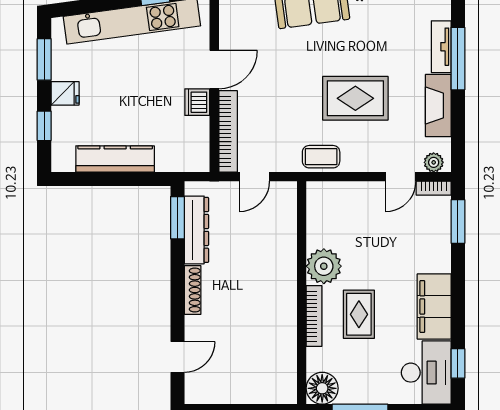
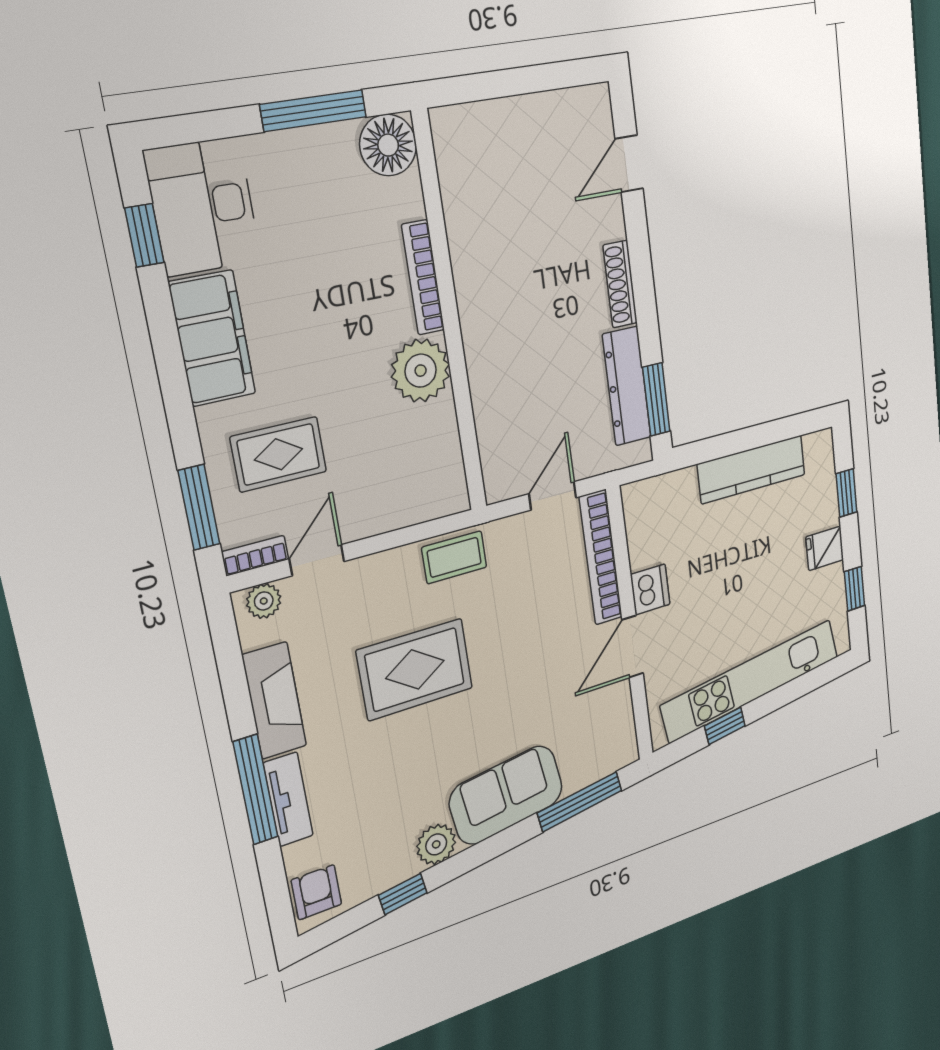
window: (44, 59) -> (855, 589), width x0.67
rug: (359, 314) -> (279, 454), moved, turned 90

